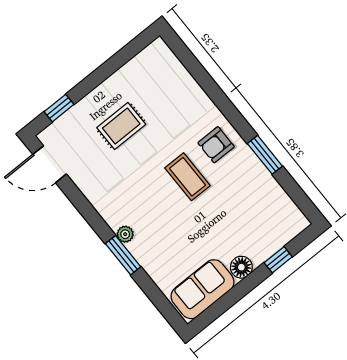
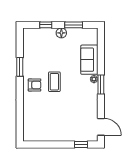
rug: (121, 126) -> (64, 120), removed
window: (123, 255) -> (101, 84), moved
sofa: (203, 289) -> (89, 60), moved, turned 90
window: (232, 297) -> (74, 25), added

